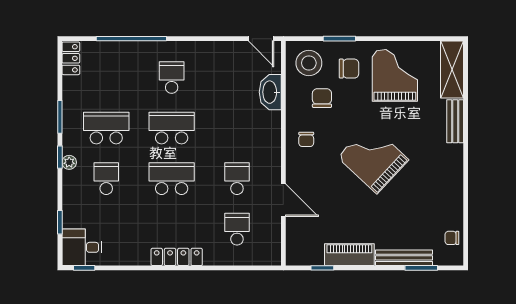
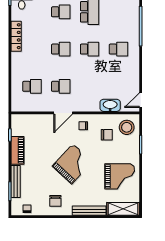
chair: (349, 69) -> (55, 201), moved
bench: (455, 121) -> (89, 211), width x1.36
school desk: (172, 128) -> (90, 49), width x0.54
school desk: (172, 179) -> (61, 49), width x0.54
door: (283, 200) -> (63, 113), moved
locker: (177, 257) -> (16, 36), moved

